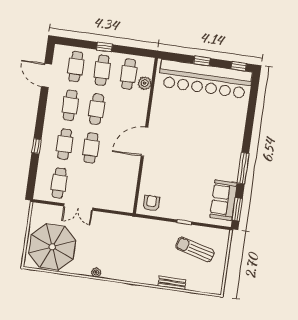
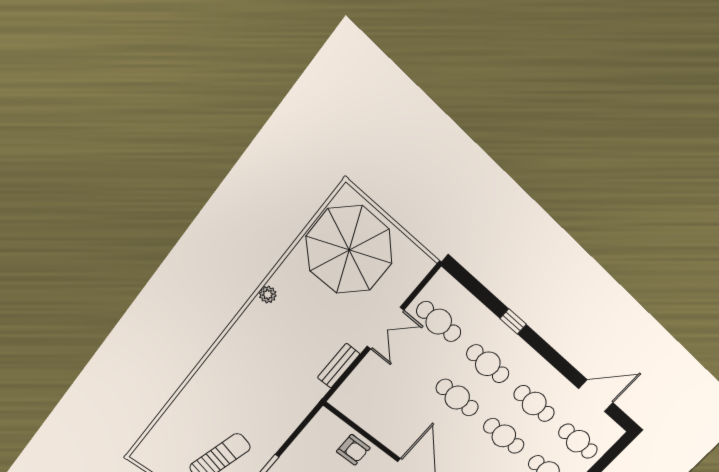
armchair: (151, 203) -> (353, 450), moved
double door: (78, 207) -> (385, 328), swing flipped
bench: (172, 283) -> (339, 366), moved

